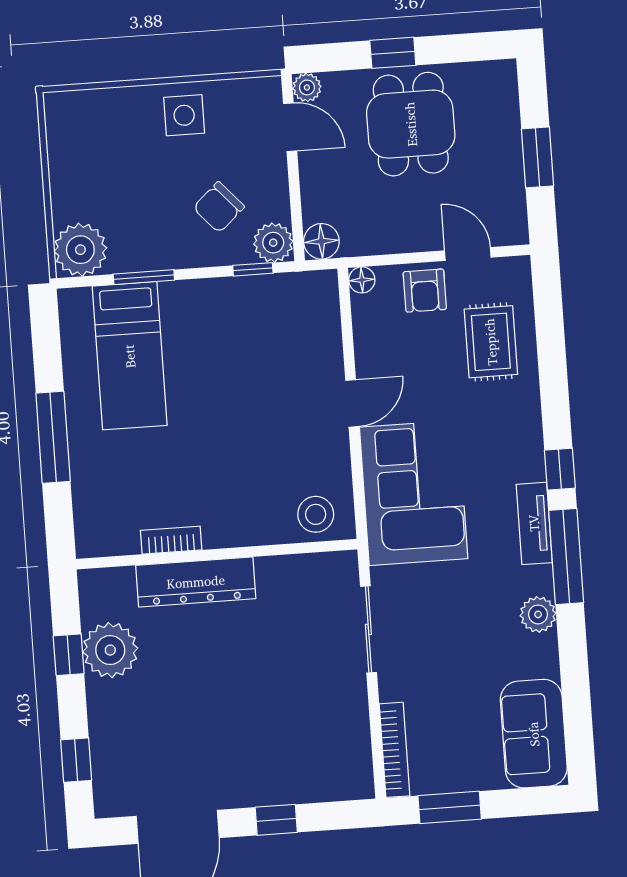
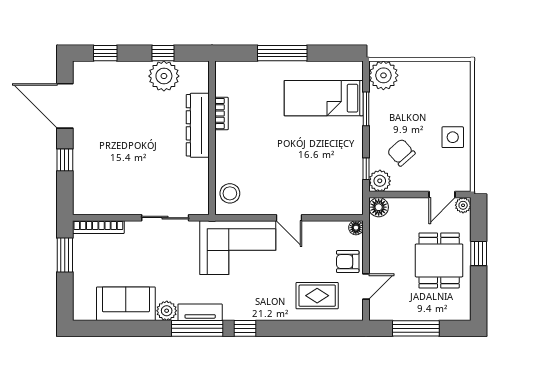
dining table: (411, 124) -> (439, 260), turned 90
window: (538, 157) -> (416, 328), width x1.44
tv unit: (534, 523) -> (200, 312), moved
sofa: (534, 734) -> (126, 304), moved

